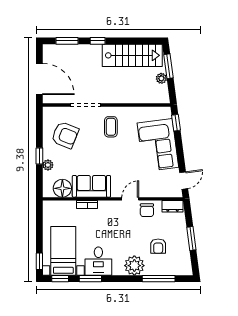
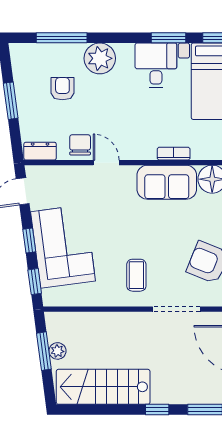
window: (168, 66) -> (44, 351), moved
window: (179, 149) -> (29, 241), added
door: (130, 199) -> (106, 163), swing flipped

